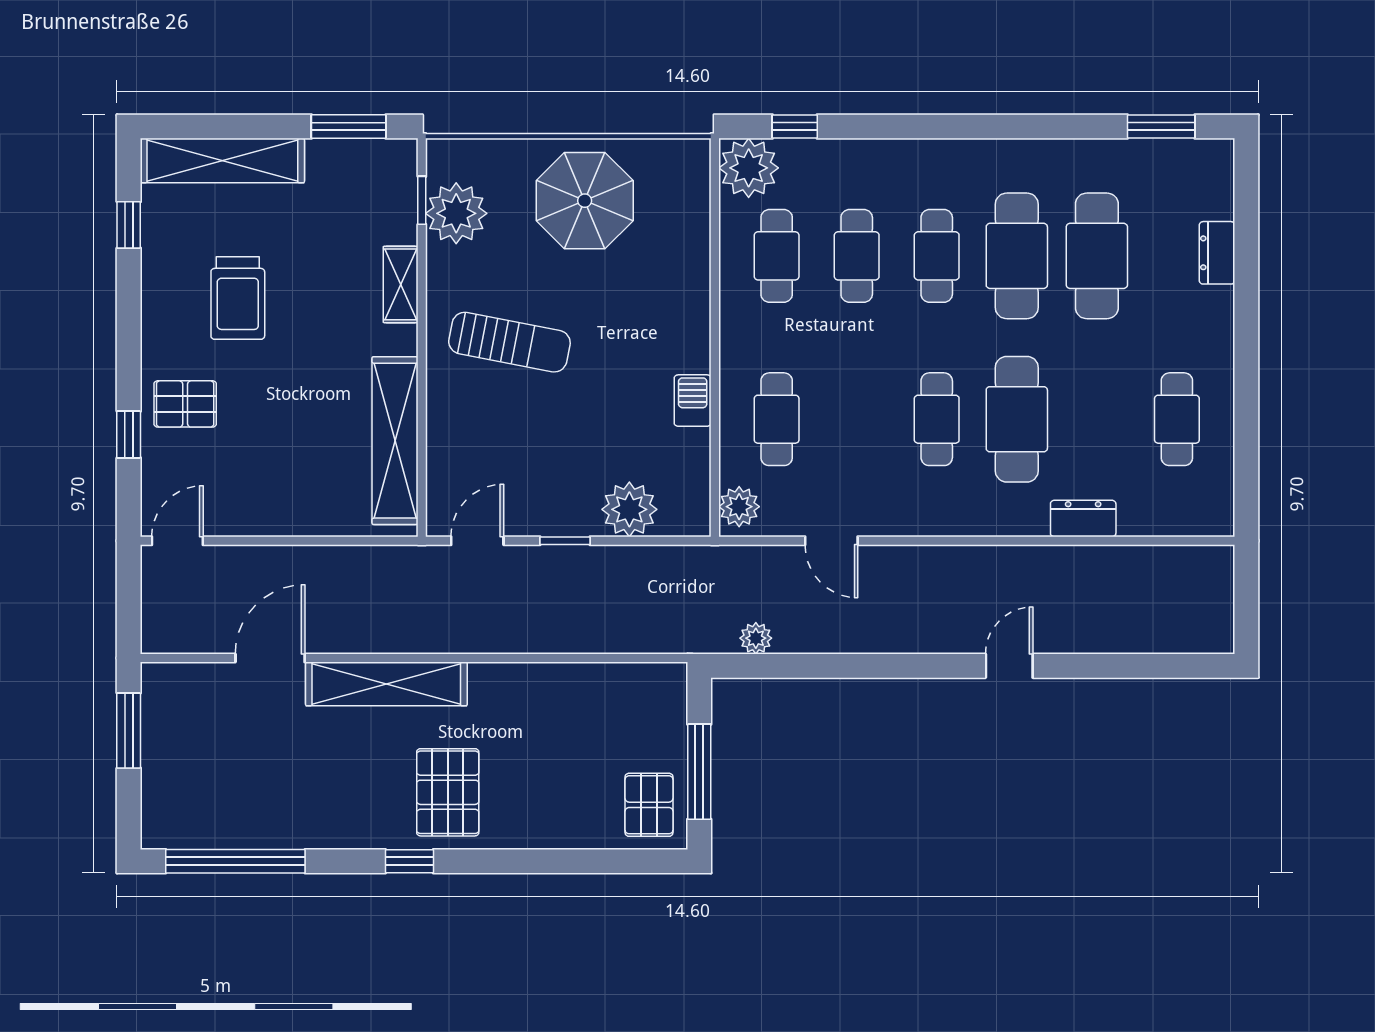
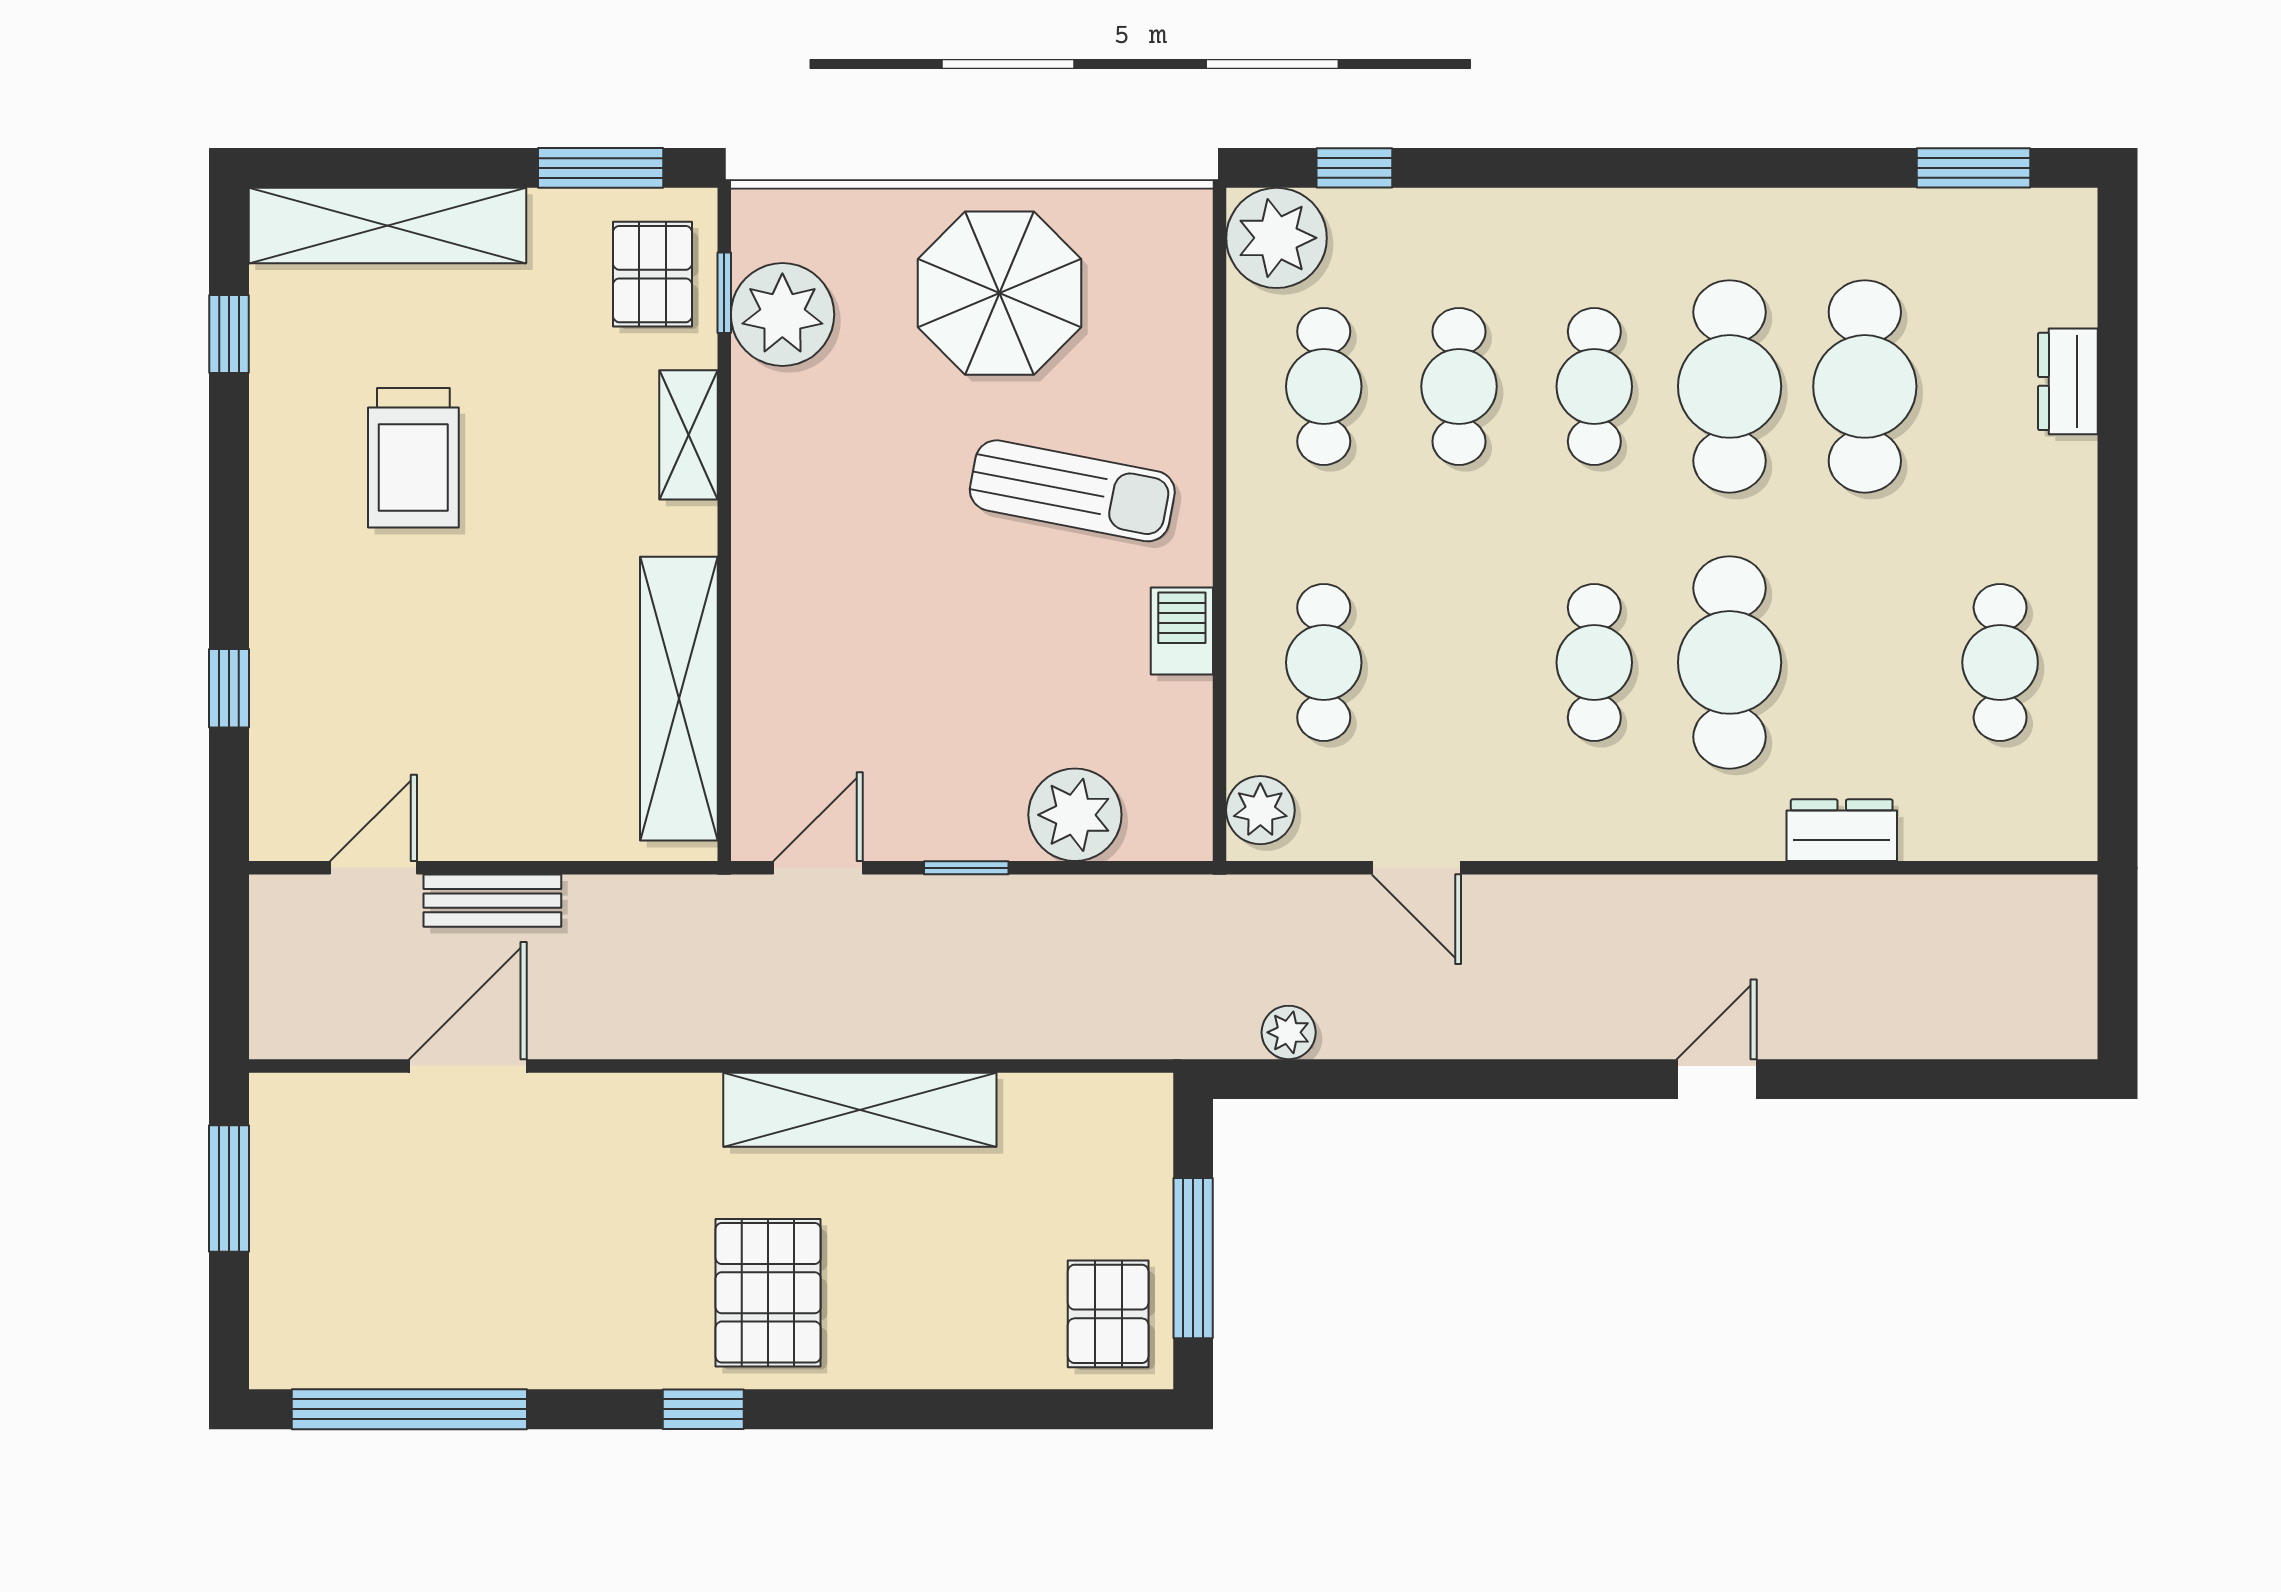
sun lounger: (509, 342) -> (1072, 491), moved
pallet: (185, 404) -> (653, 274), moved, turned 90
door: (177, 541) -> (373, 868), moved
bench: (285, 560) -> (492, 901), added
shelving: (386, 684) -> (860, 1110), moved

